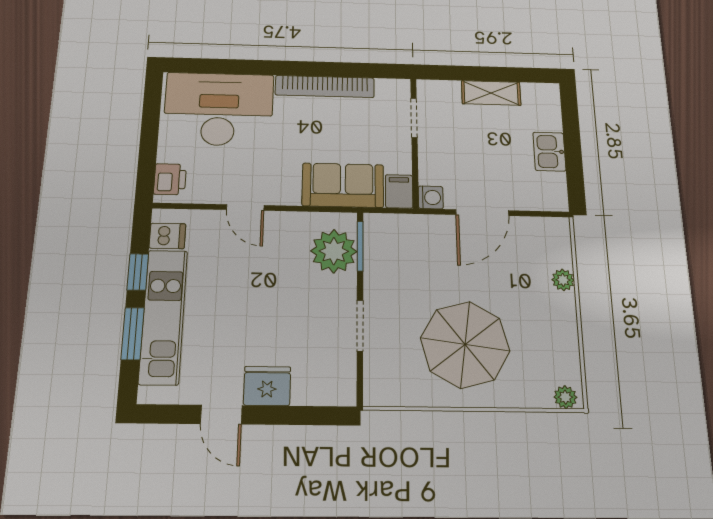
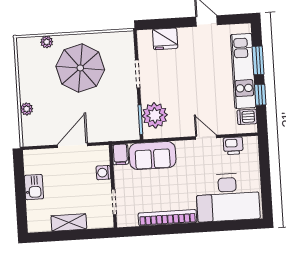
printer: (170, 179) -> (233, 146), moved, turned -90
washing machine: (431, 197) -> (103, 173), moved
fridge: (267, 386) -> (165, 39), moved
plant: (565, 397) -> (47, 42), moved

